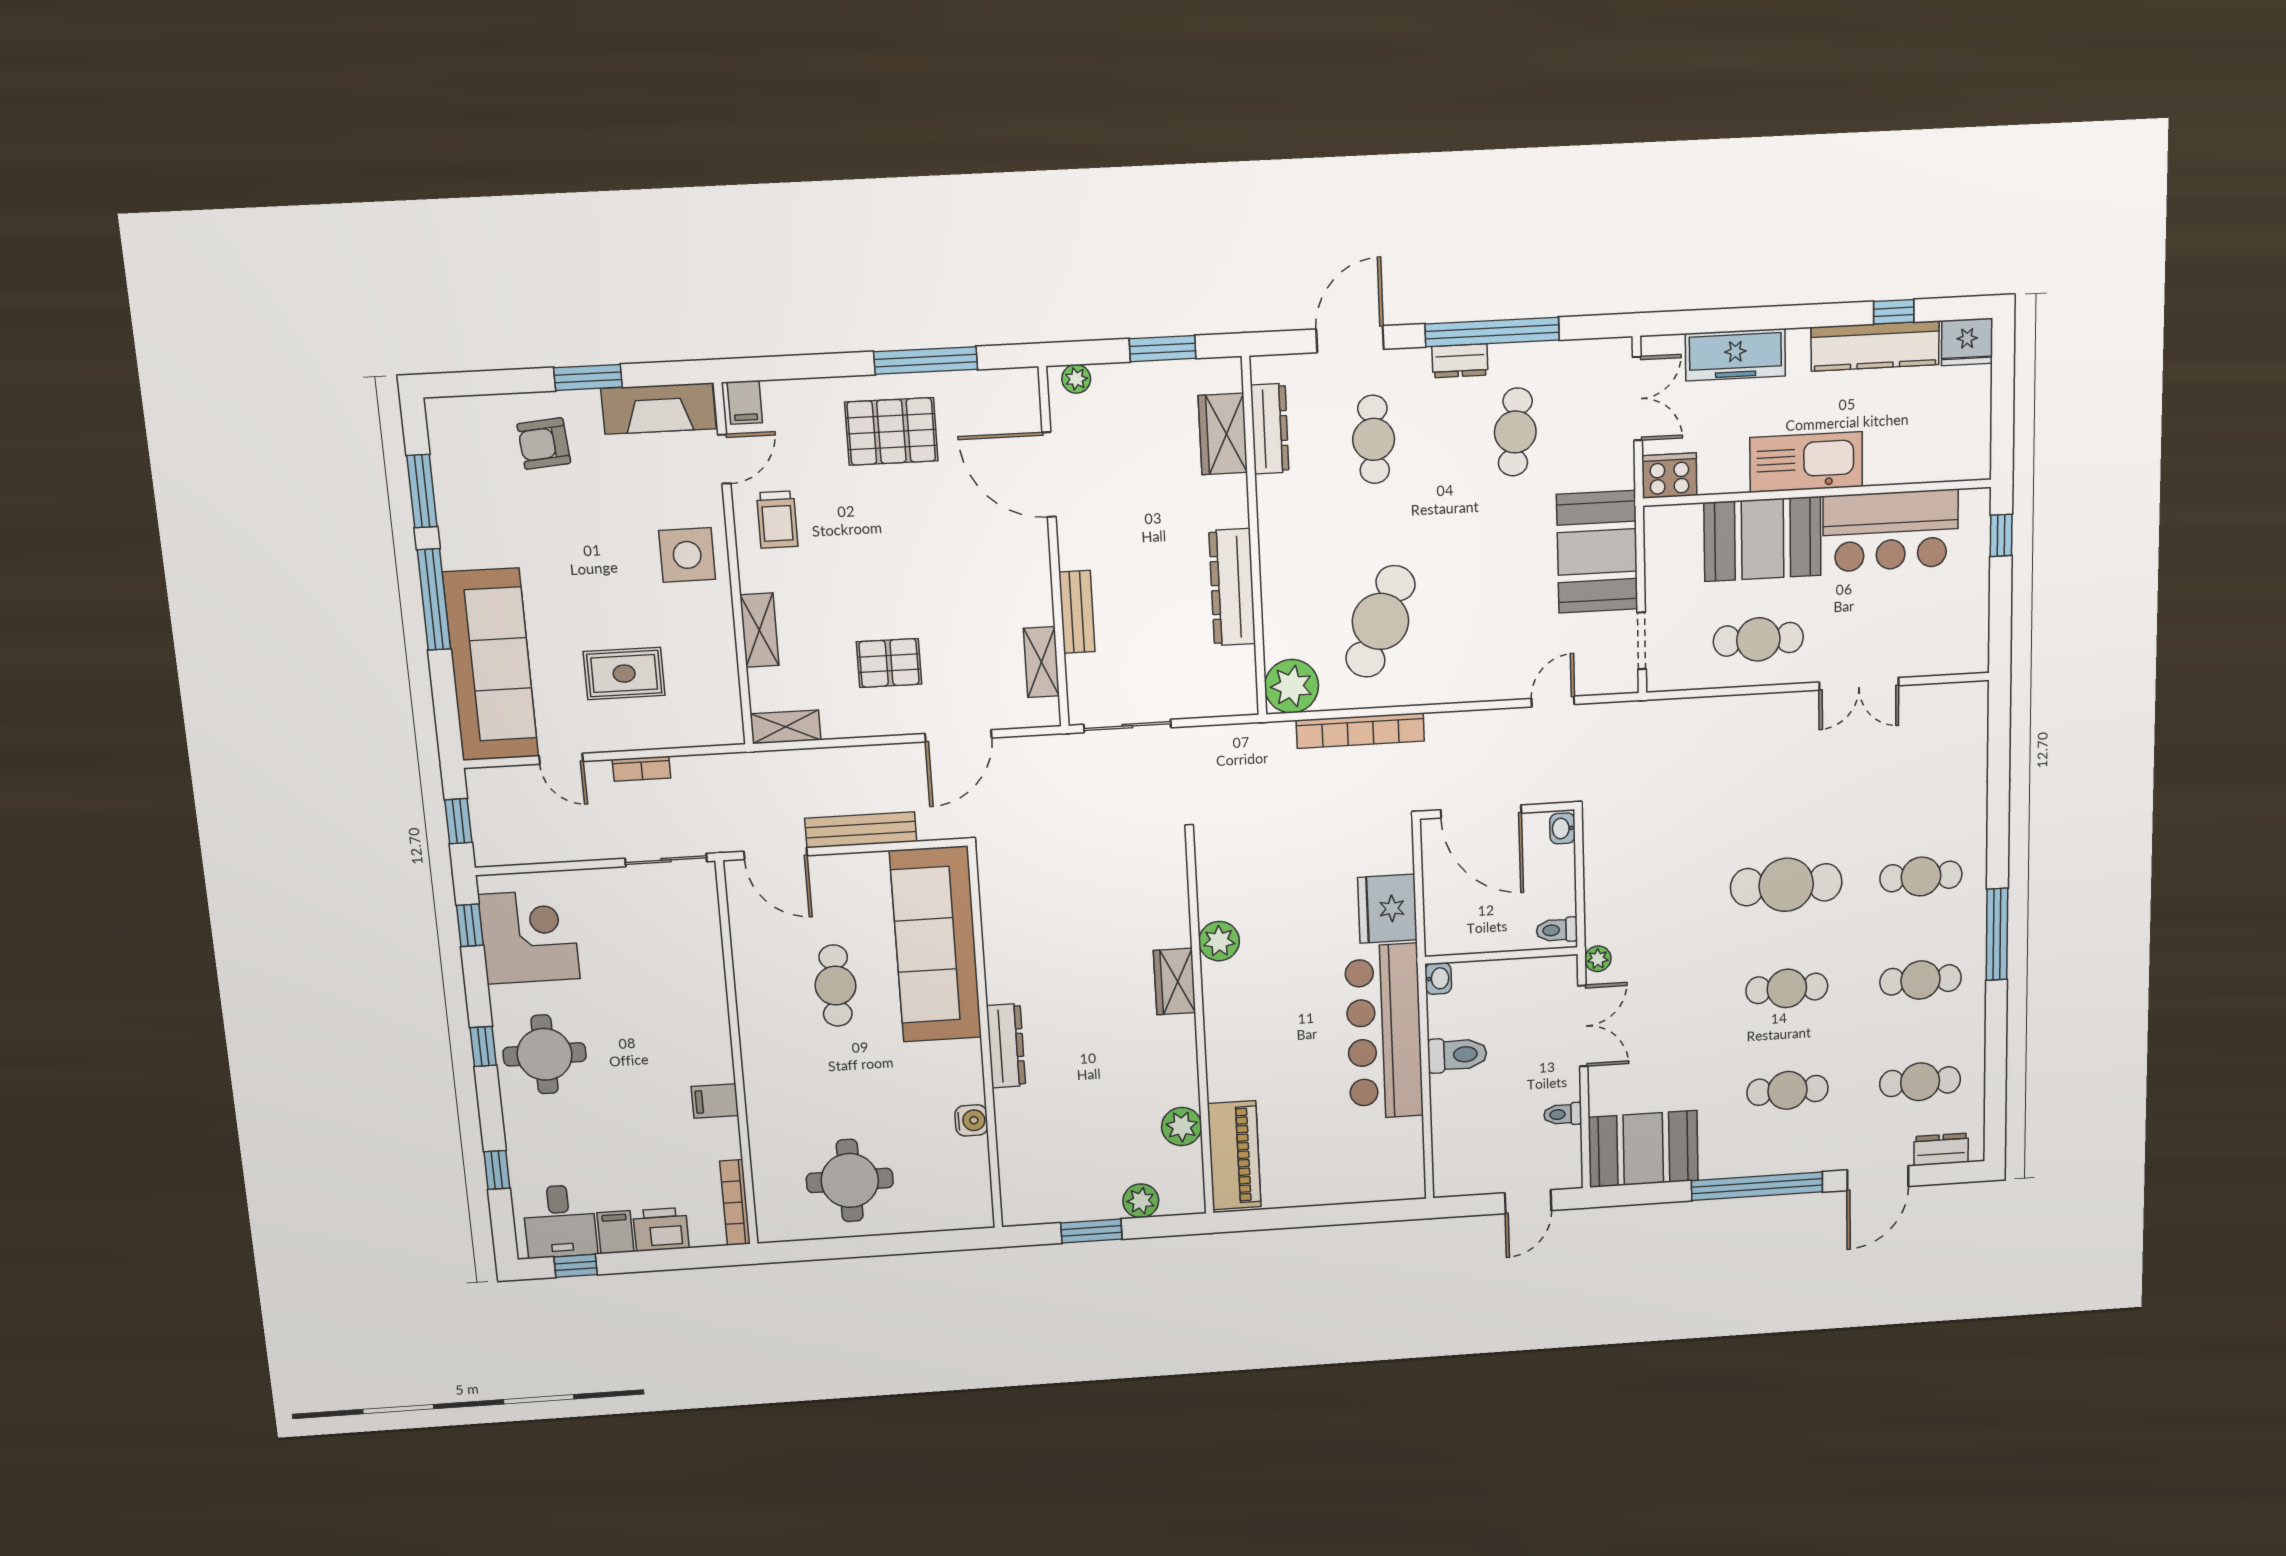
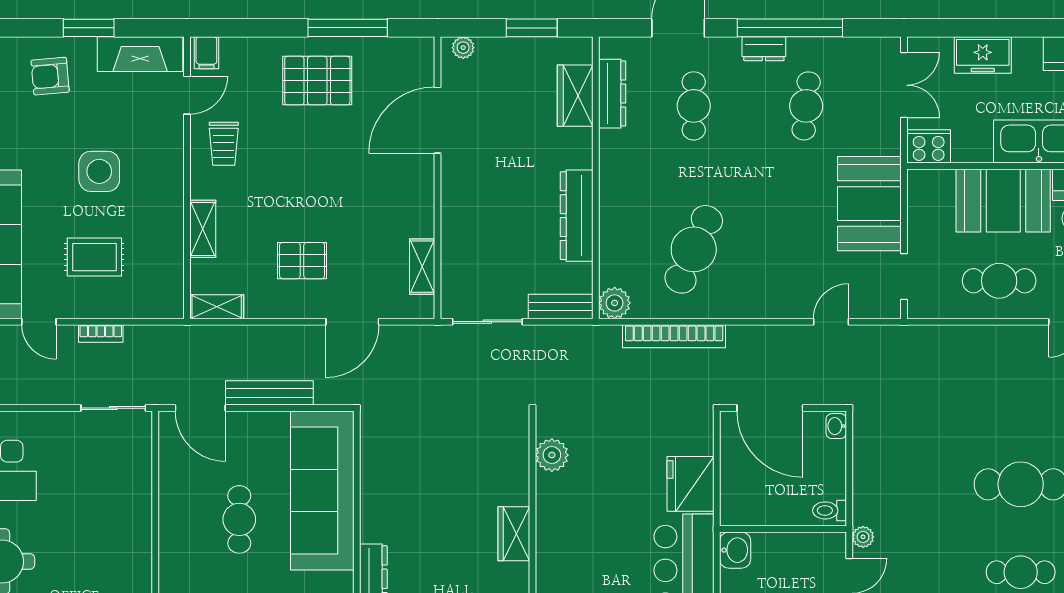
freezer: (1735, 355) -> (983, 55), width x0.71
door: (1049, 475) -> (437, 120), hinge flipped
side table: (687, 555) -> (99, 171), moved
bench: (1077, 612) -> (561, 306), moved, turned 90
plant: (1292, 686) -> (615, 303), width x0.73, depth x0.73
plant: (1219, 941) -> (552, 455), moved
washbasin: (1438, 978) -> (735, 550), width x1.38, depth x1.45

